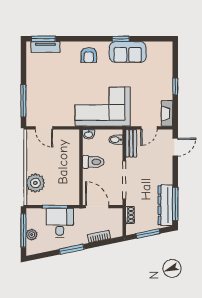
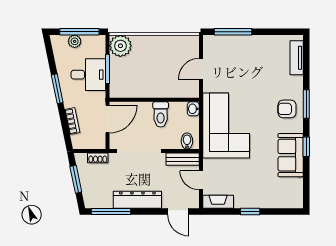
window: (43, 39) -> (306, 104), moved
door: (44, 128) -> (201, 69), moved
plant: (35, 183) -> (120, 46), moved
dresser: (165, 205) -> (137, 200), moved

